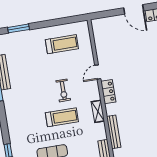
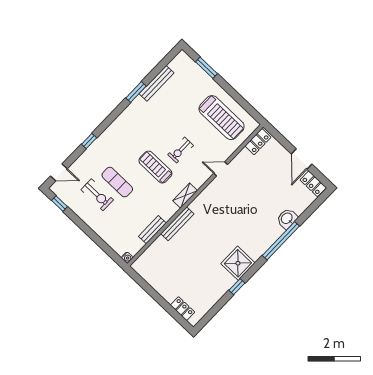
treadmill: (62, 44) -> (222, 118), width x1.37, depth x1.38
locker: (108, 92) -> (258, 142), moved
treadmill: (62, 117) -> (155, 167), turned 180

